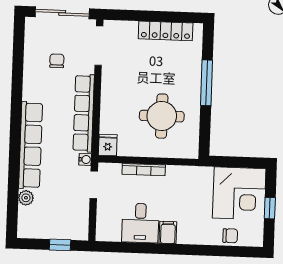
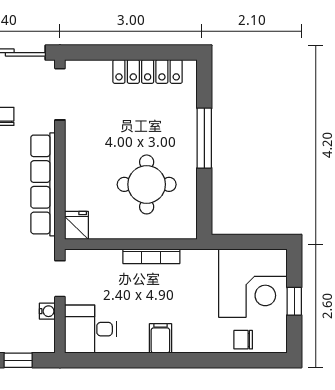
water cooler: (85, 159) -> (47, 311), moved
bookcase: (144, 170) -> (151, 256), moved
desk: (140, 223) -> (91, 329), moved, turned 90
chair: (230, 236) -> (243, 340), turned 180

